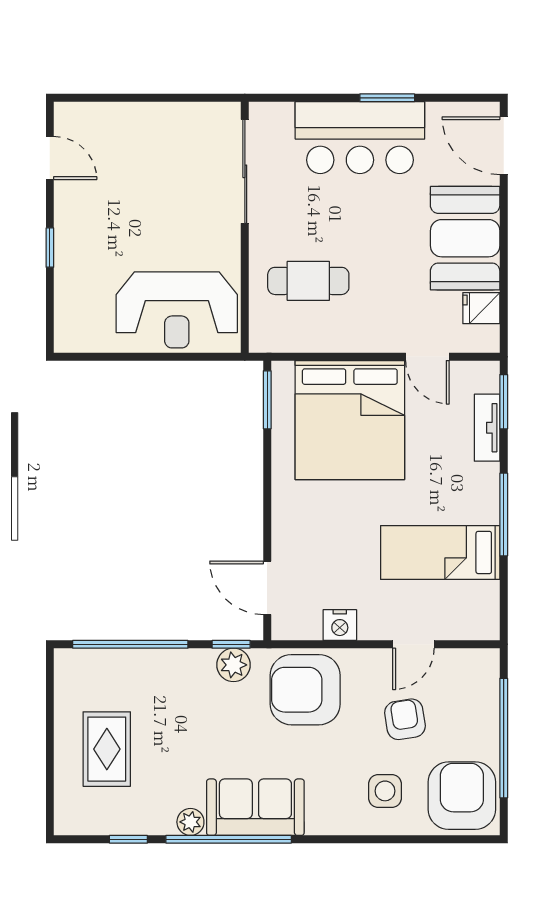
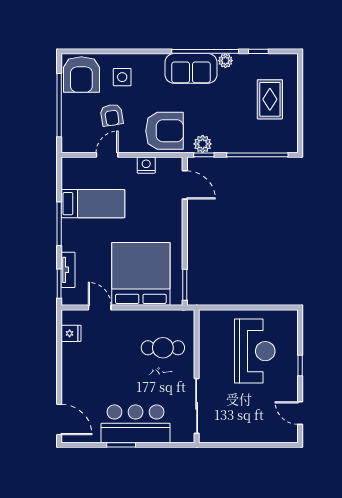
booth: (465, 238) -> (80, 370), removed
reception desk: (177, 310) -> (255, 351), moved, turned 90

